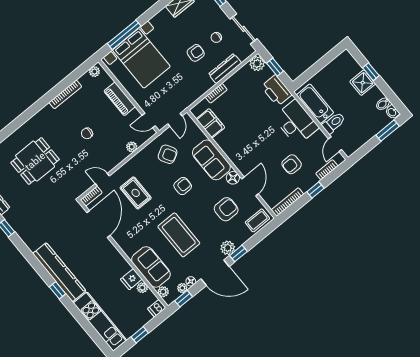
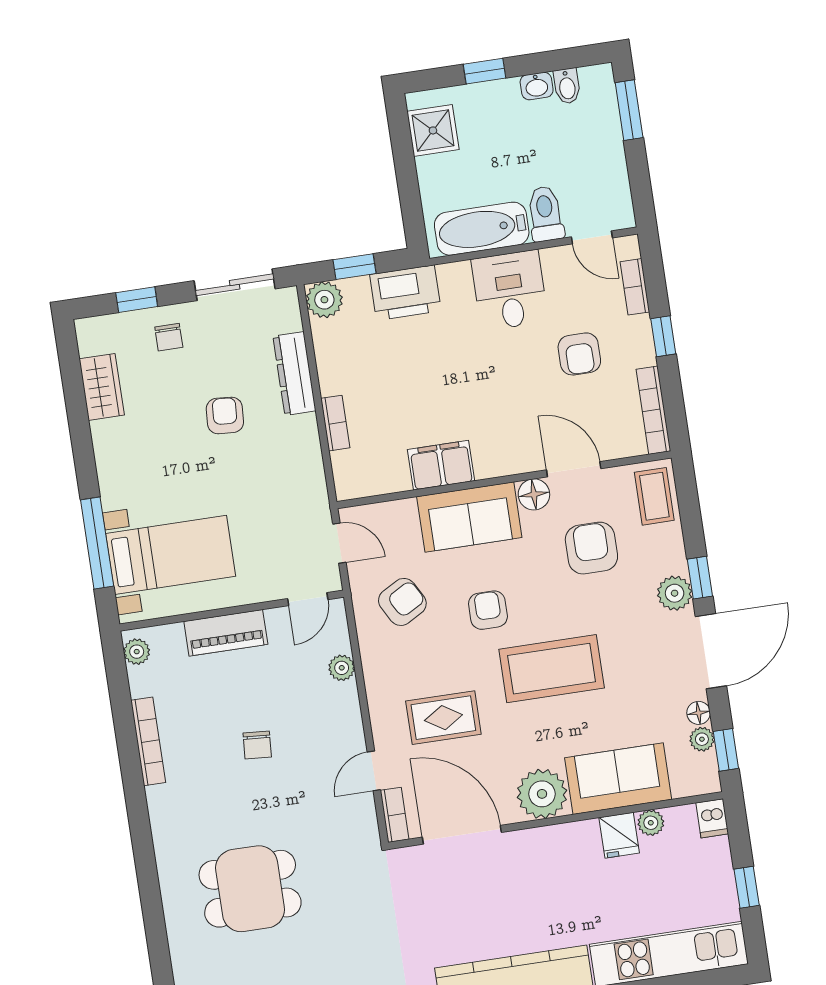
chair: (216, 37) -> (169, 337), moved
bed with nightstands: (141, 58) -> (171, 555), width x0.73
shower: (363, 83) -> (433, 130), moved
washbasin: (392, 112) -> (537, 86), moved
desk: (296, 122) -> (510, 290), width x0.73
filing cabinet: (210, 123) -> (441, 465), moved
dining table: (35, 161) -> (250, 889), turned 90
coffee table: (179, 235) -> (552, 669), moved
plant: (163, 292) -> (542, 794), moved, width x1.87, depth x1.87

